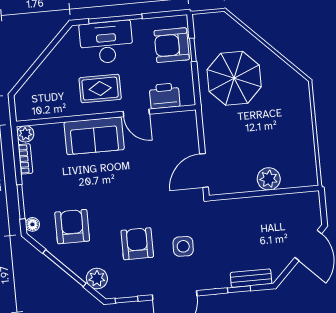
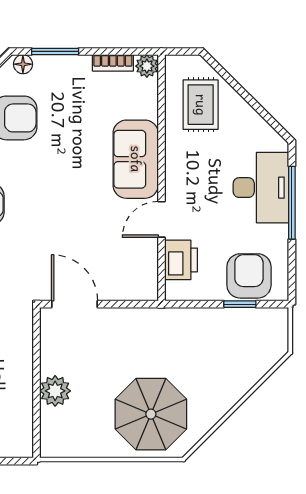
parasol: (234, 78) -> (151, 414), moved
rug: (100, 89) -> (201, 105), moved

